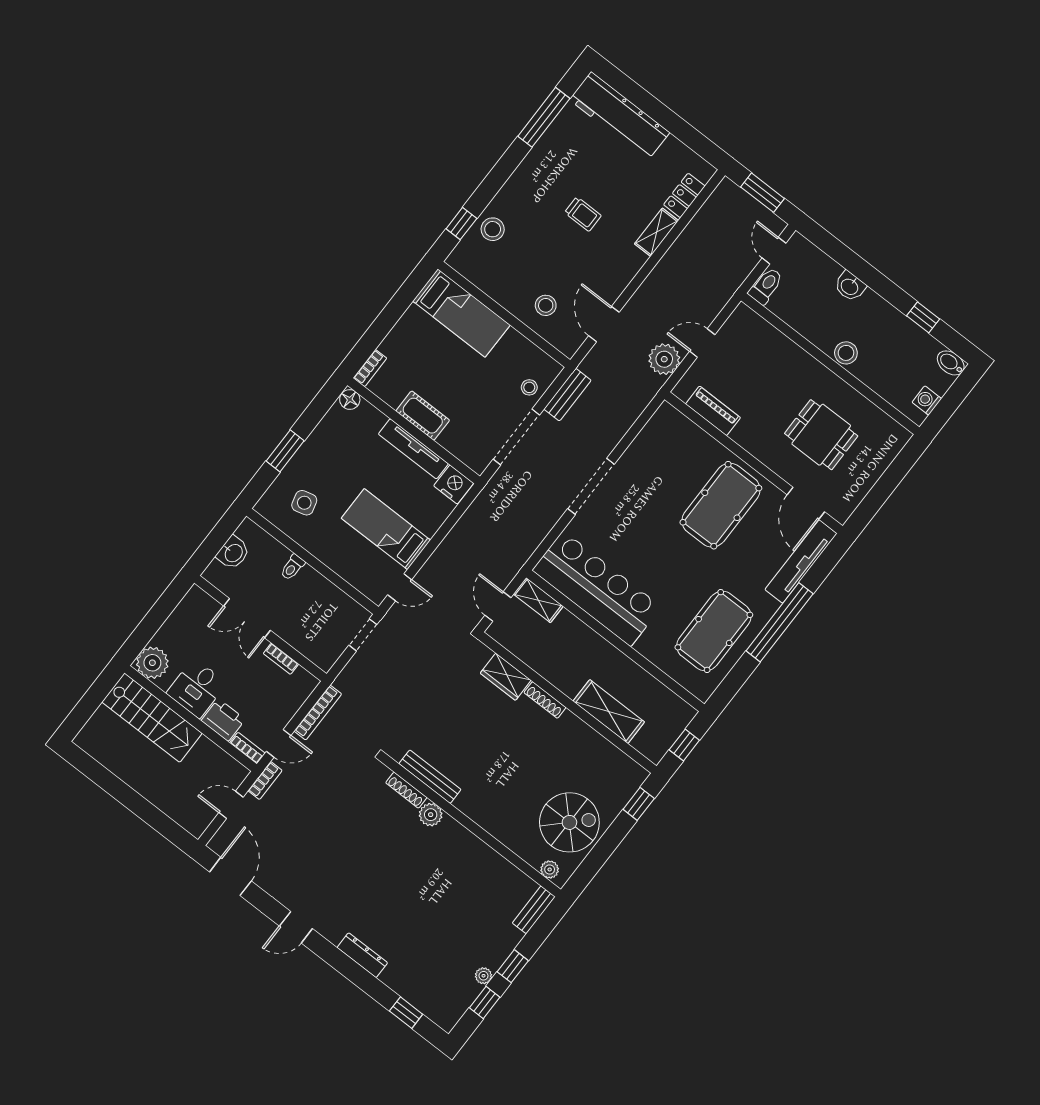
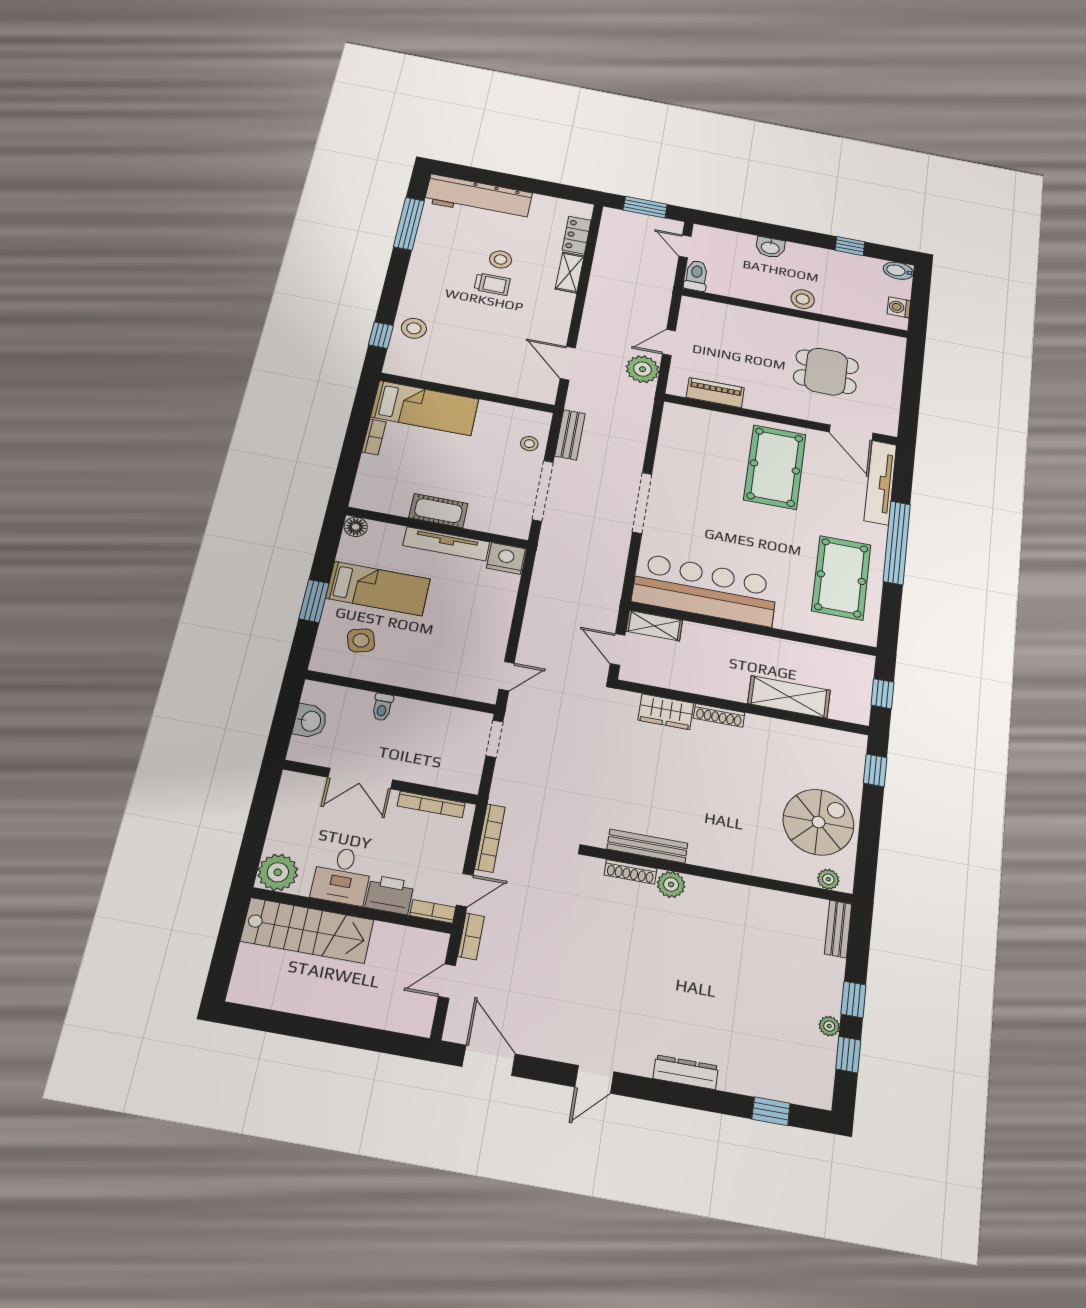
stool: (546, 305) -> (501, 260), moved
bookcase: (370, 368) -> (374, 437), moved
bed: (386, 529) -> (378, 589), moved, turned 180
bookcase: (281, 659) -> (431, 804), width x1.56

